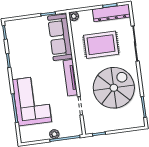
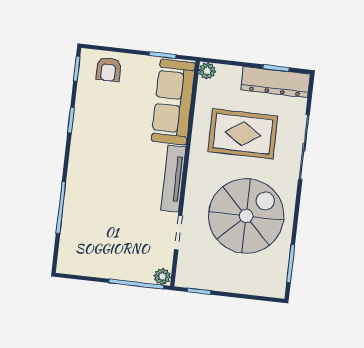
armchair: (21, 29) -> (109, 69), added
corner sofa: (32, 101) -> (95, 202), removed
plant: (54, 134) -> (162, 277), moved

